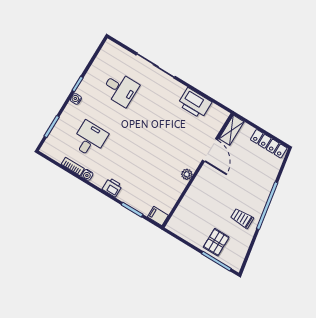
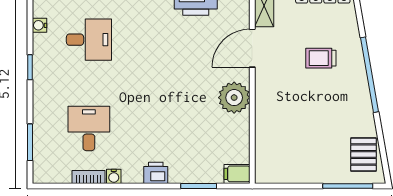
water cooler: (76, 99) -> (40, 25), moved
door: (210, 150) -> (252, 48), swing flipped
plant: (187, 174) -> (234, 98), width x1.88, depth x1.88
trolley: (242, 218) -> (321, 58), moved
pallet: (216, 242) -> (364, 155), moved

